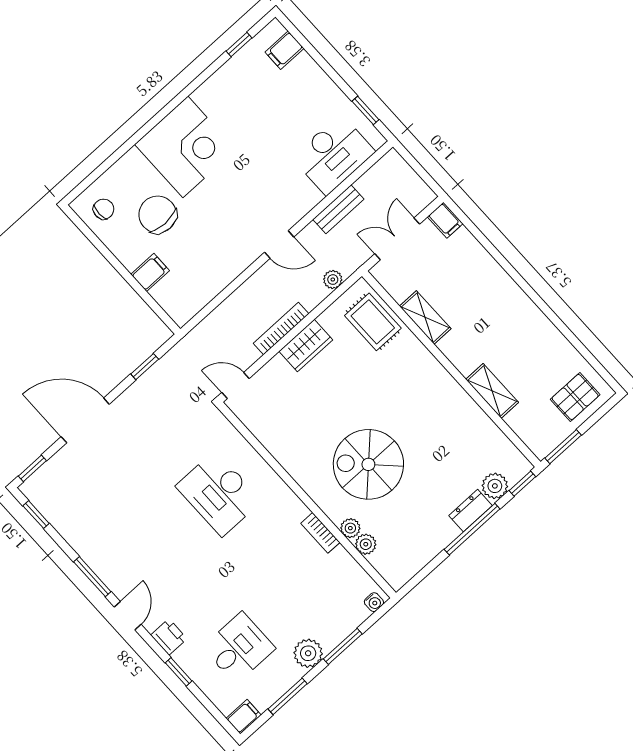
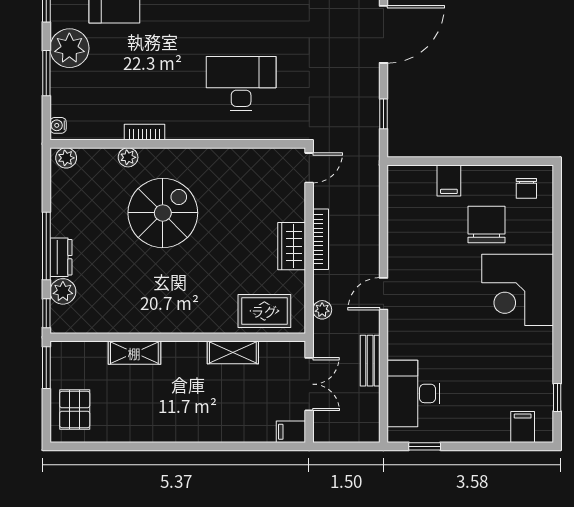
chair: (158, 214) -> (486, 225), turned -90
plant: (366, 544) -> (66, 158), moved
plant: (308, 653) -> (69, 48), width x1.36, depth x1.36

